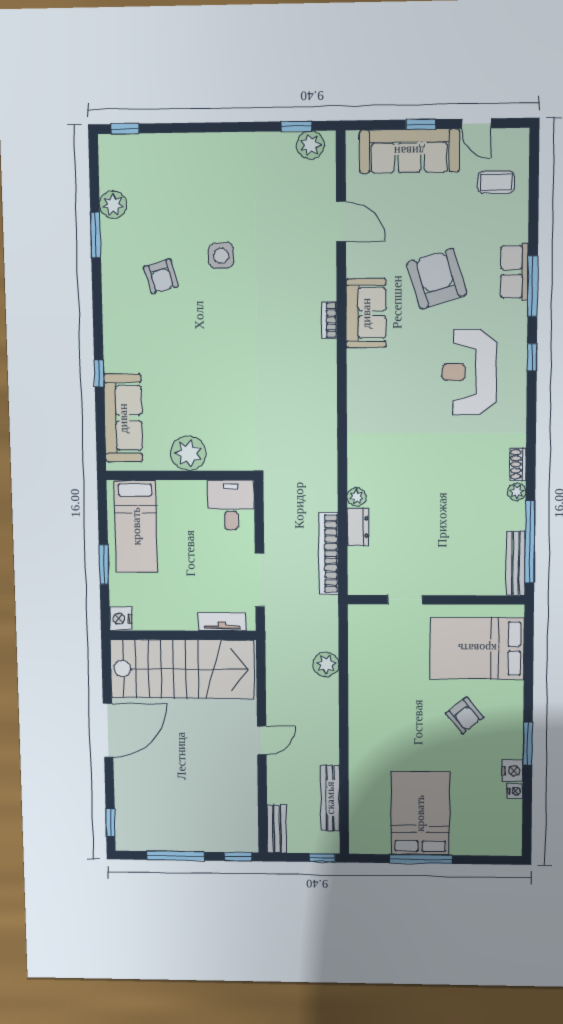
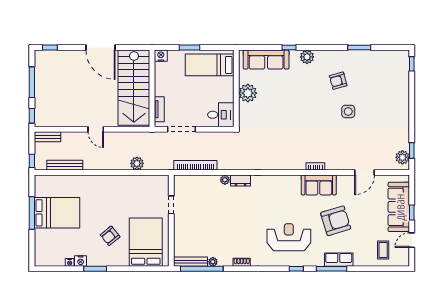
plant: (113, 205) -> (307, 57), moved
plant: (517, 492) -> (213, 262), moved
dresser: (358, 527) -> (241, 181), moved

